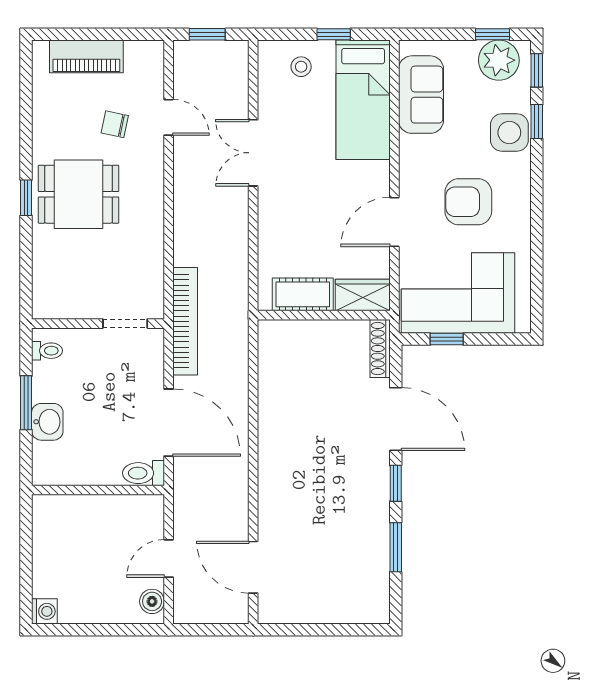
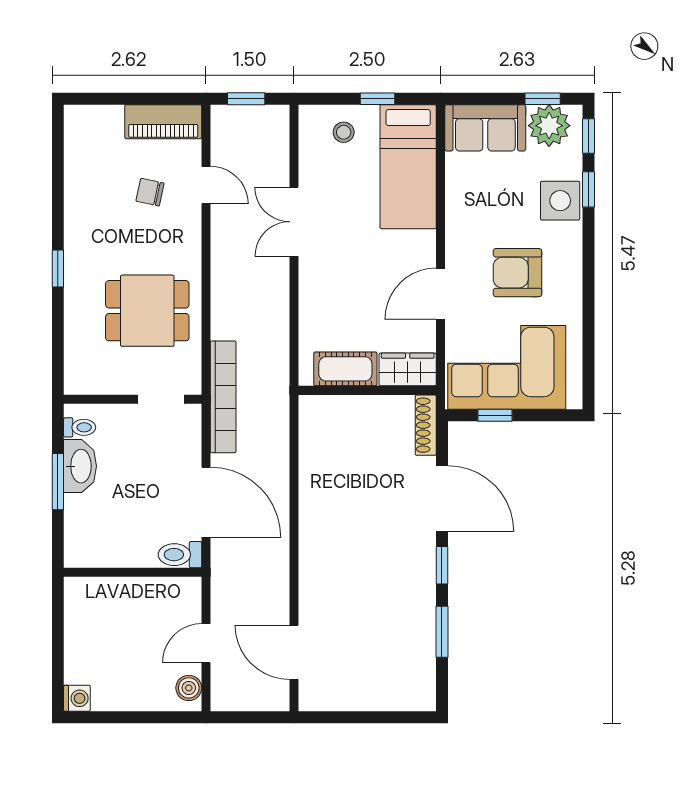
piano: (86, 56) -> (163, 122), moved
sofa: (421, 95) -> (485, 128), moved, turned 90
dining table: (79, 194) -> (147, 311), moved
washbasin: (47, 422) -> (80, 466), moved, width x1.38

